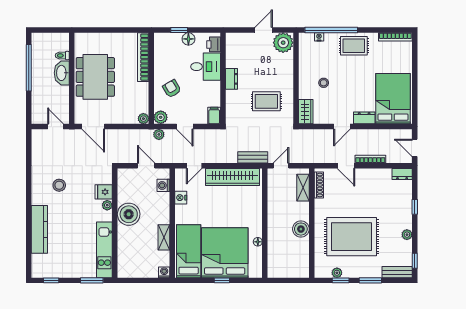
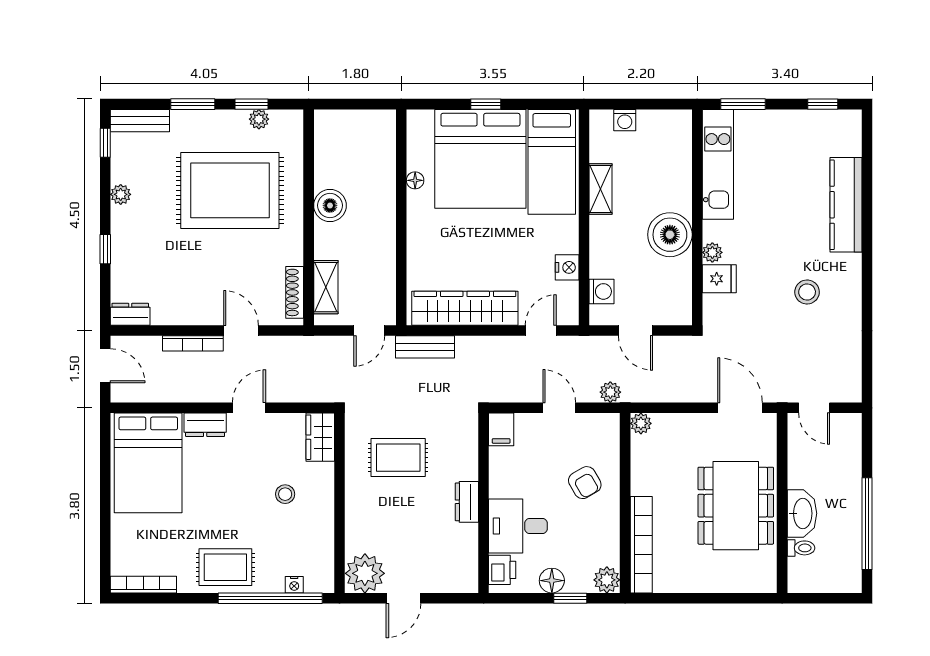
plant: (161, 117) -> (607, 580), moved
washing machine: (164, 272) -> (625, 120), moved

